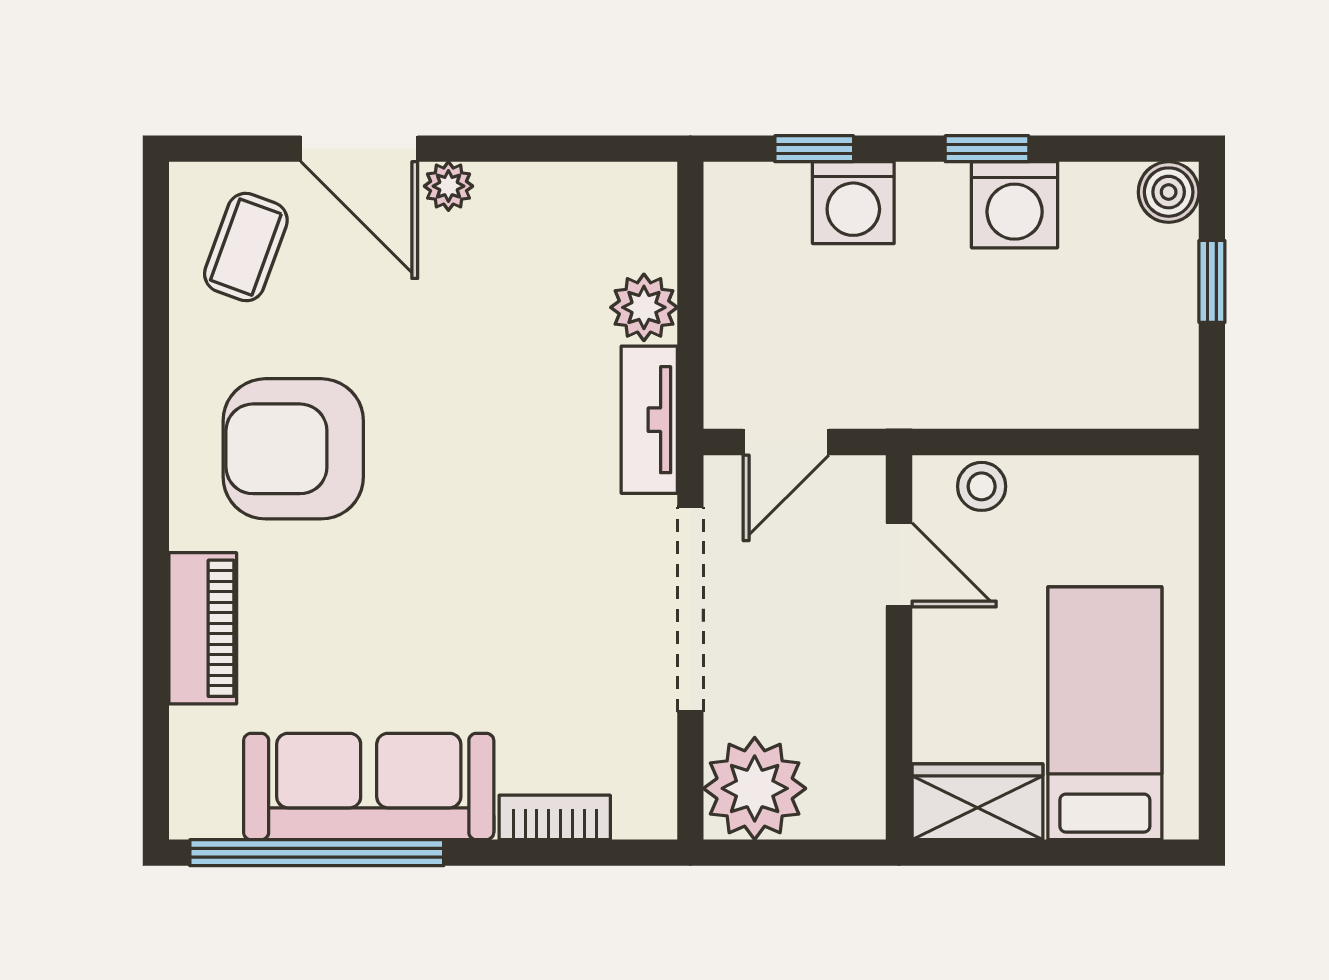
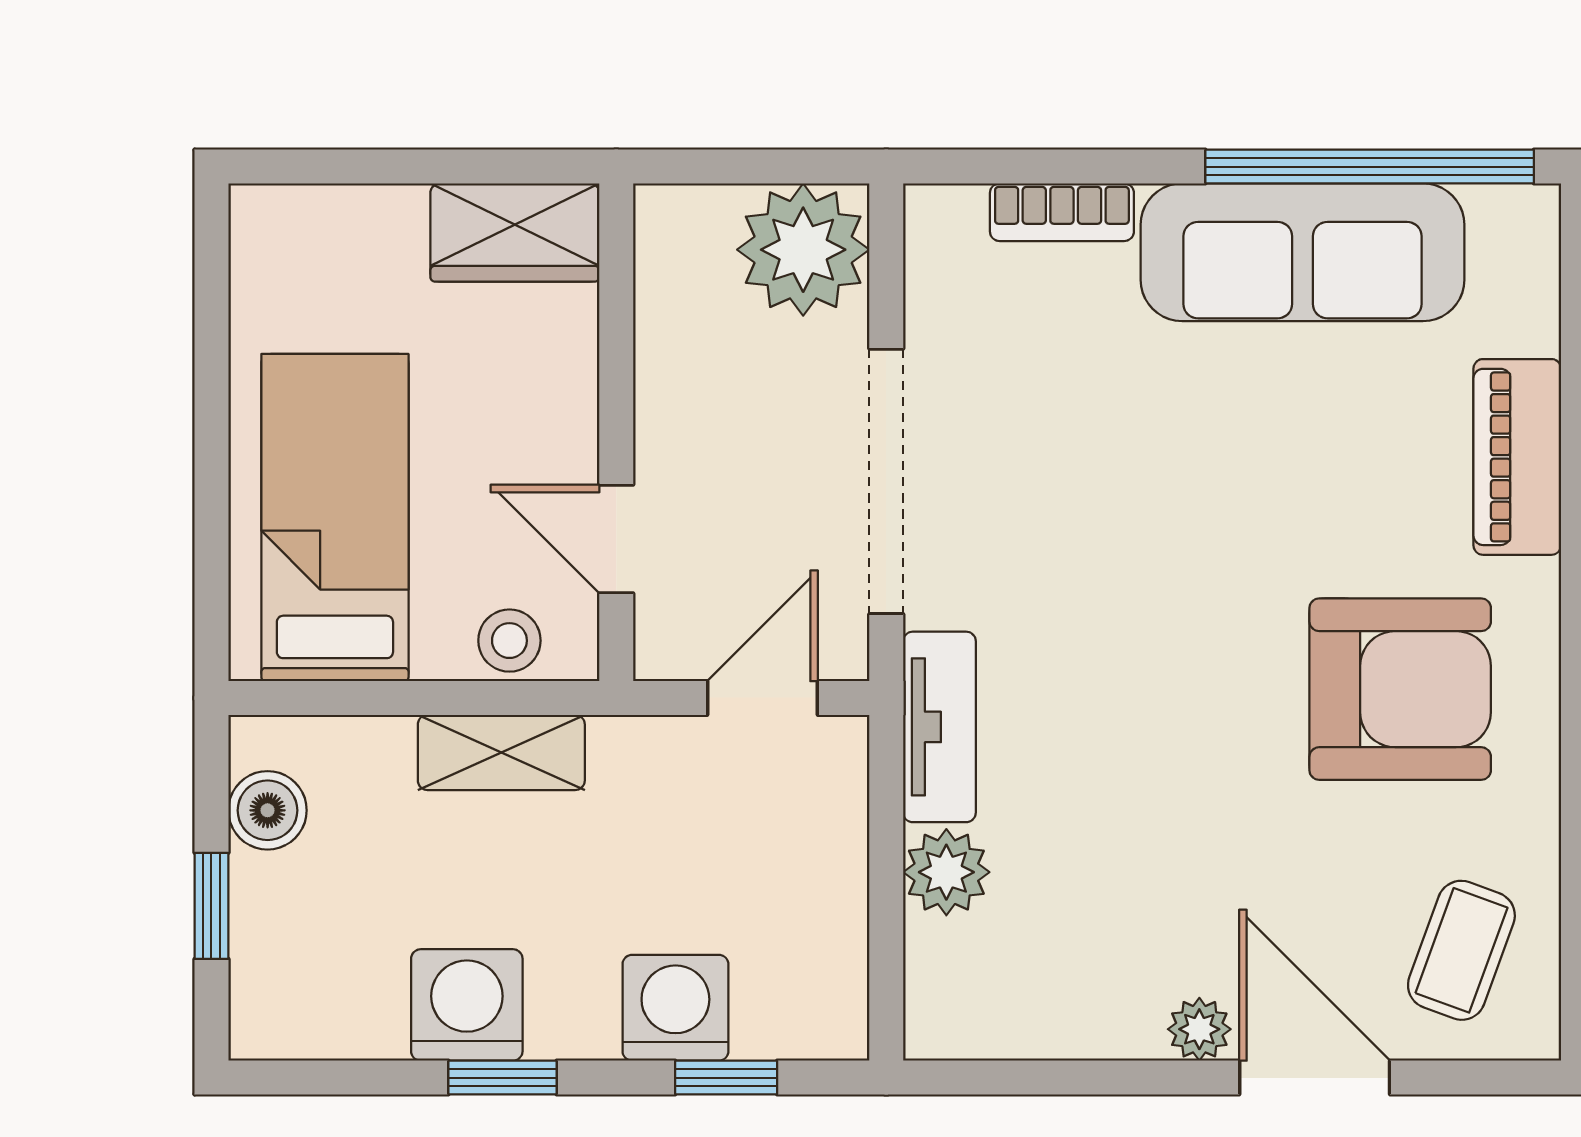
boiler: (1169, 192) -> (268, 810), moved
shelving: (988, 400) -> (501, 752), added
bed: (1105, 713) -> (335, 518), moved, turned 180

